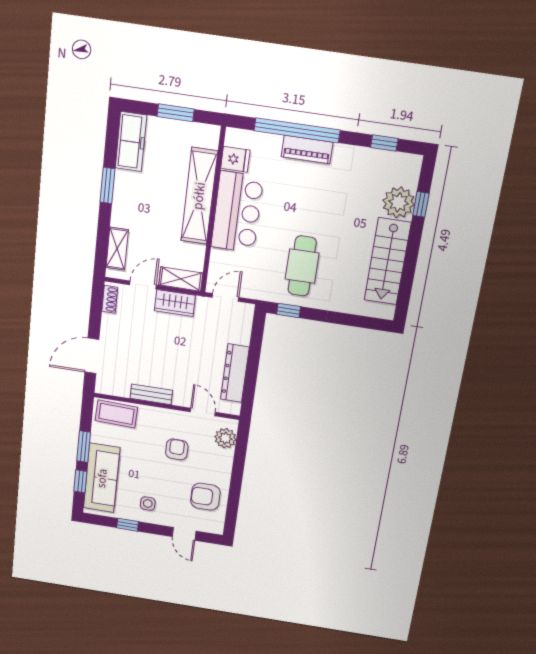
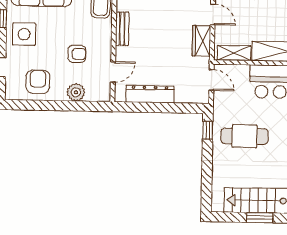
window: (411, 261) -> (260, 218), added
shelving: (181, 279) -> (234, 53), moved, turned 90
plant: (225, 438) -> (76, 92), moved
side table: (148, 504) -> (24, 34), width x1.87, depth x1.87

